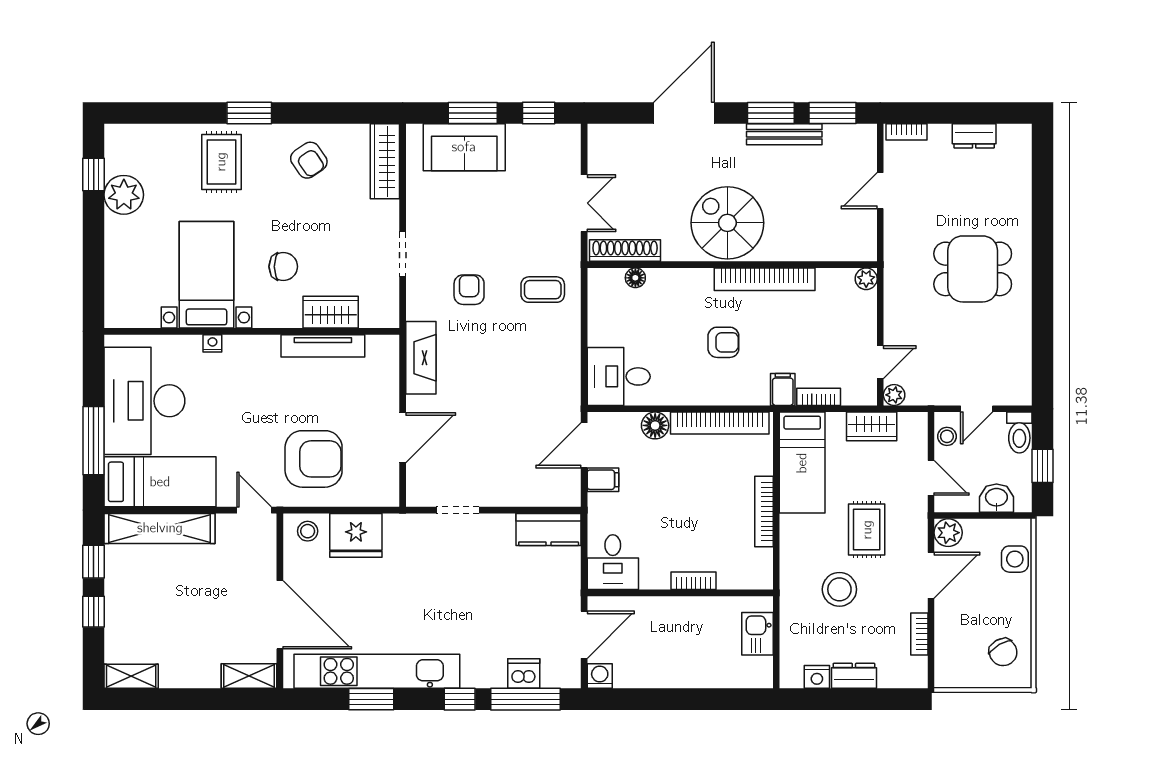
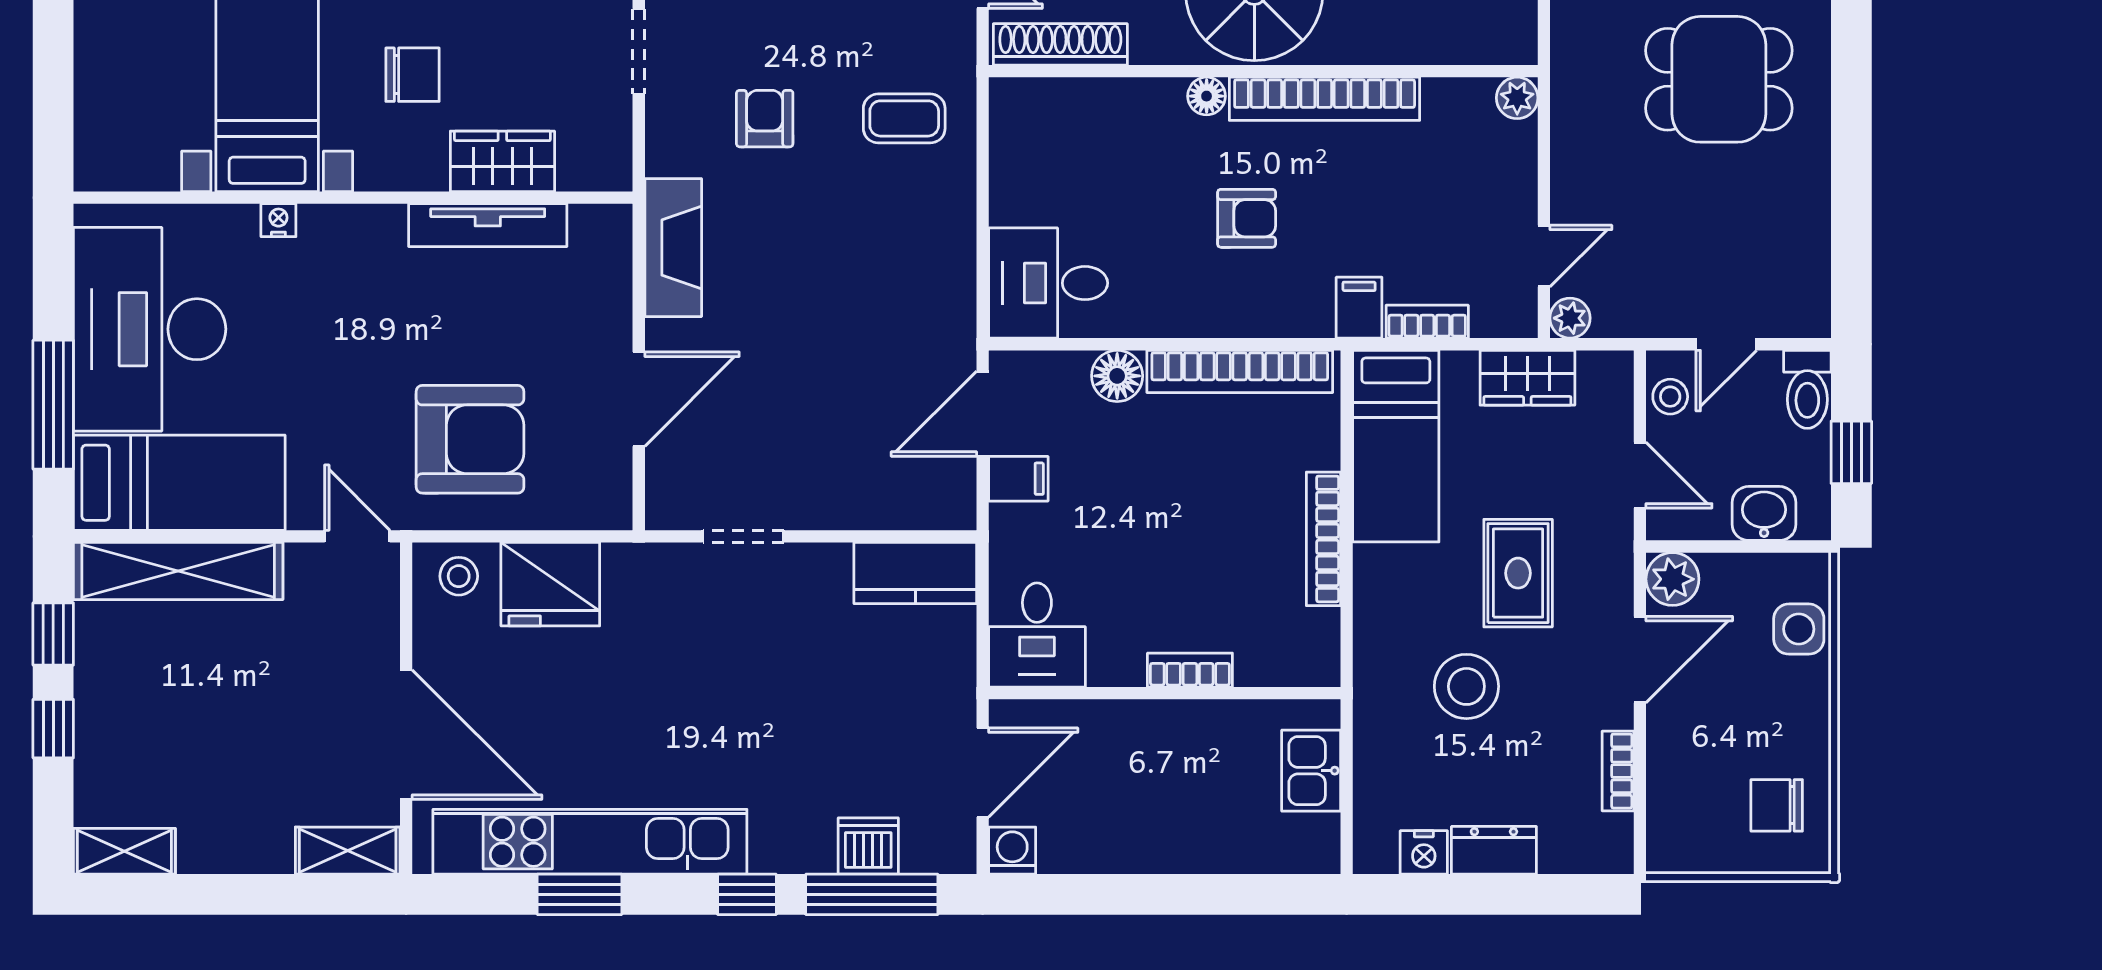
floor lamp: (635, 278) -> (1207, 96), moved
chair: (1003, 652) -> (1777, 805), turned 120

